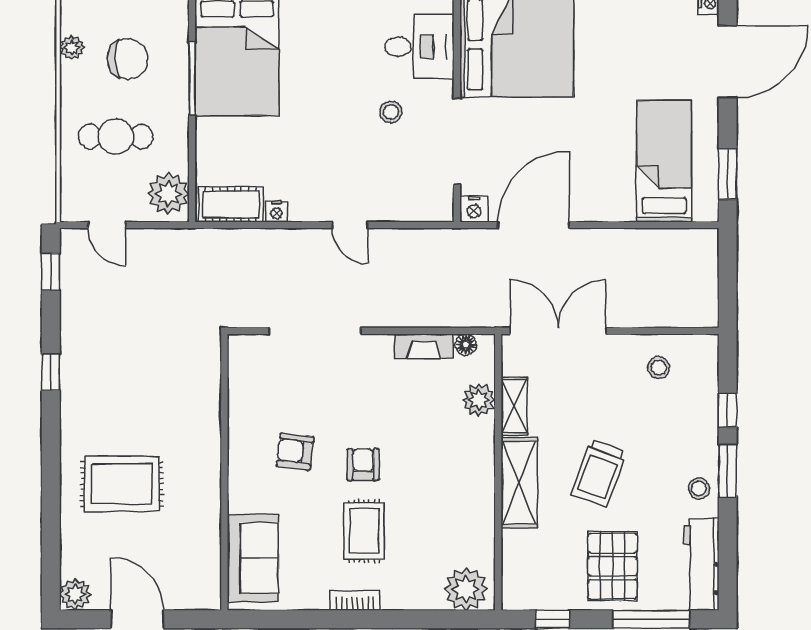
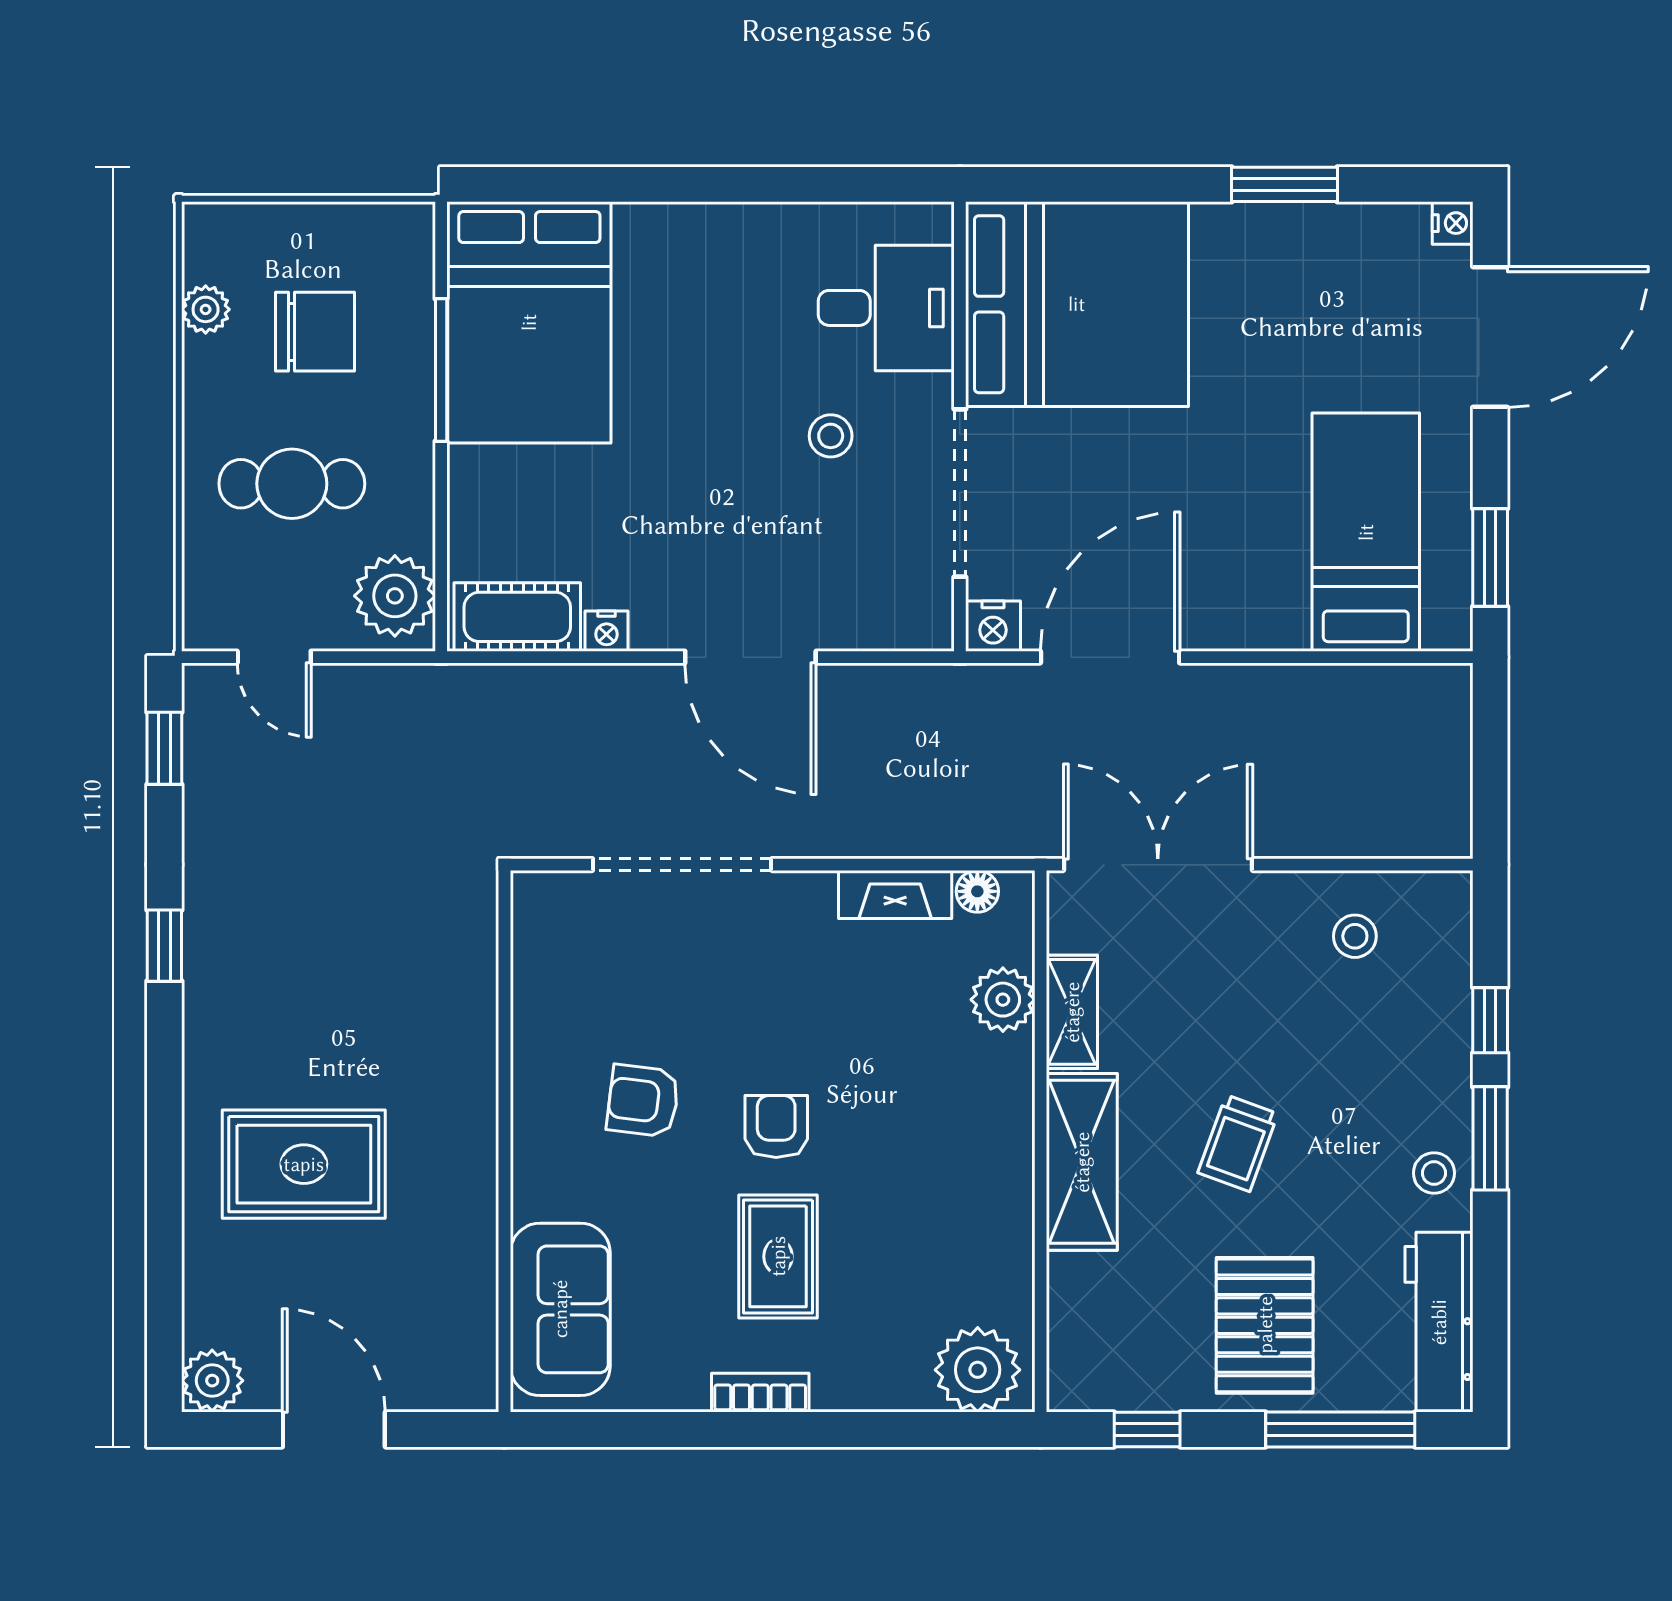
door: (350, 225) -> (750, 657), width x1.88
trolley: (599, 473) -> (1238, 1143), width x0.73, depth x0.72

